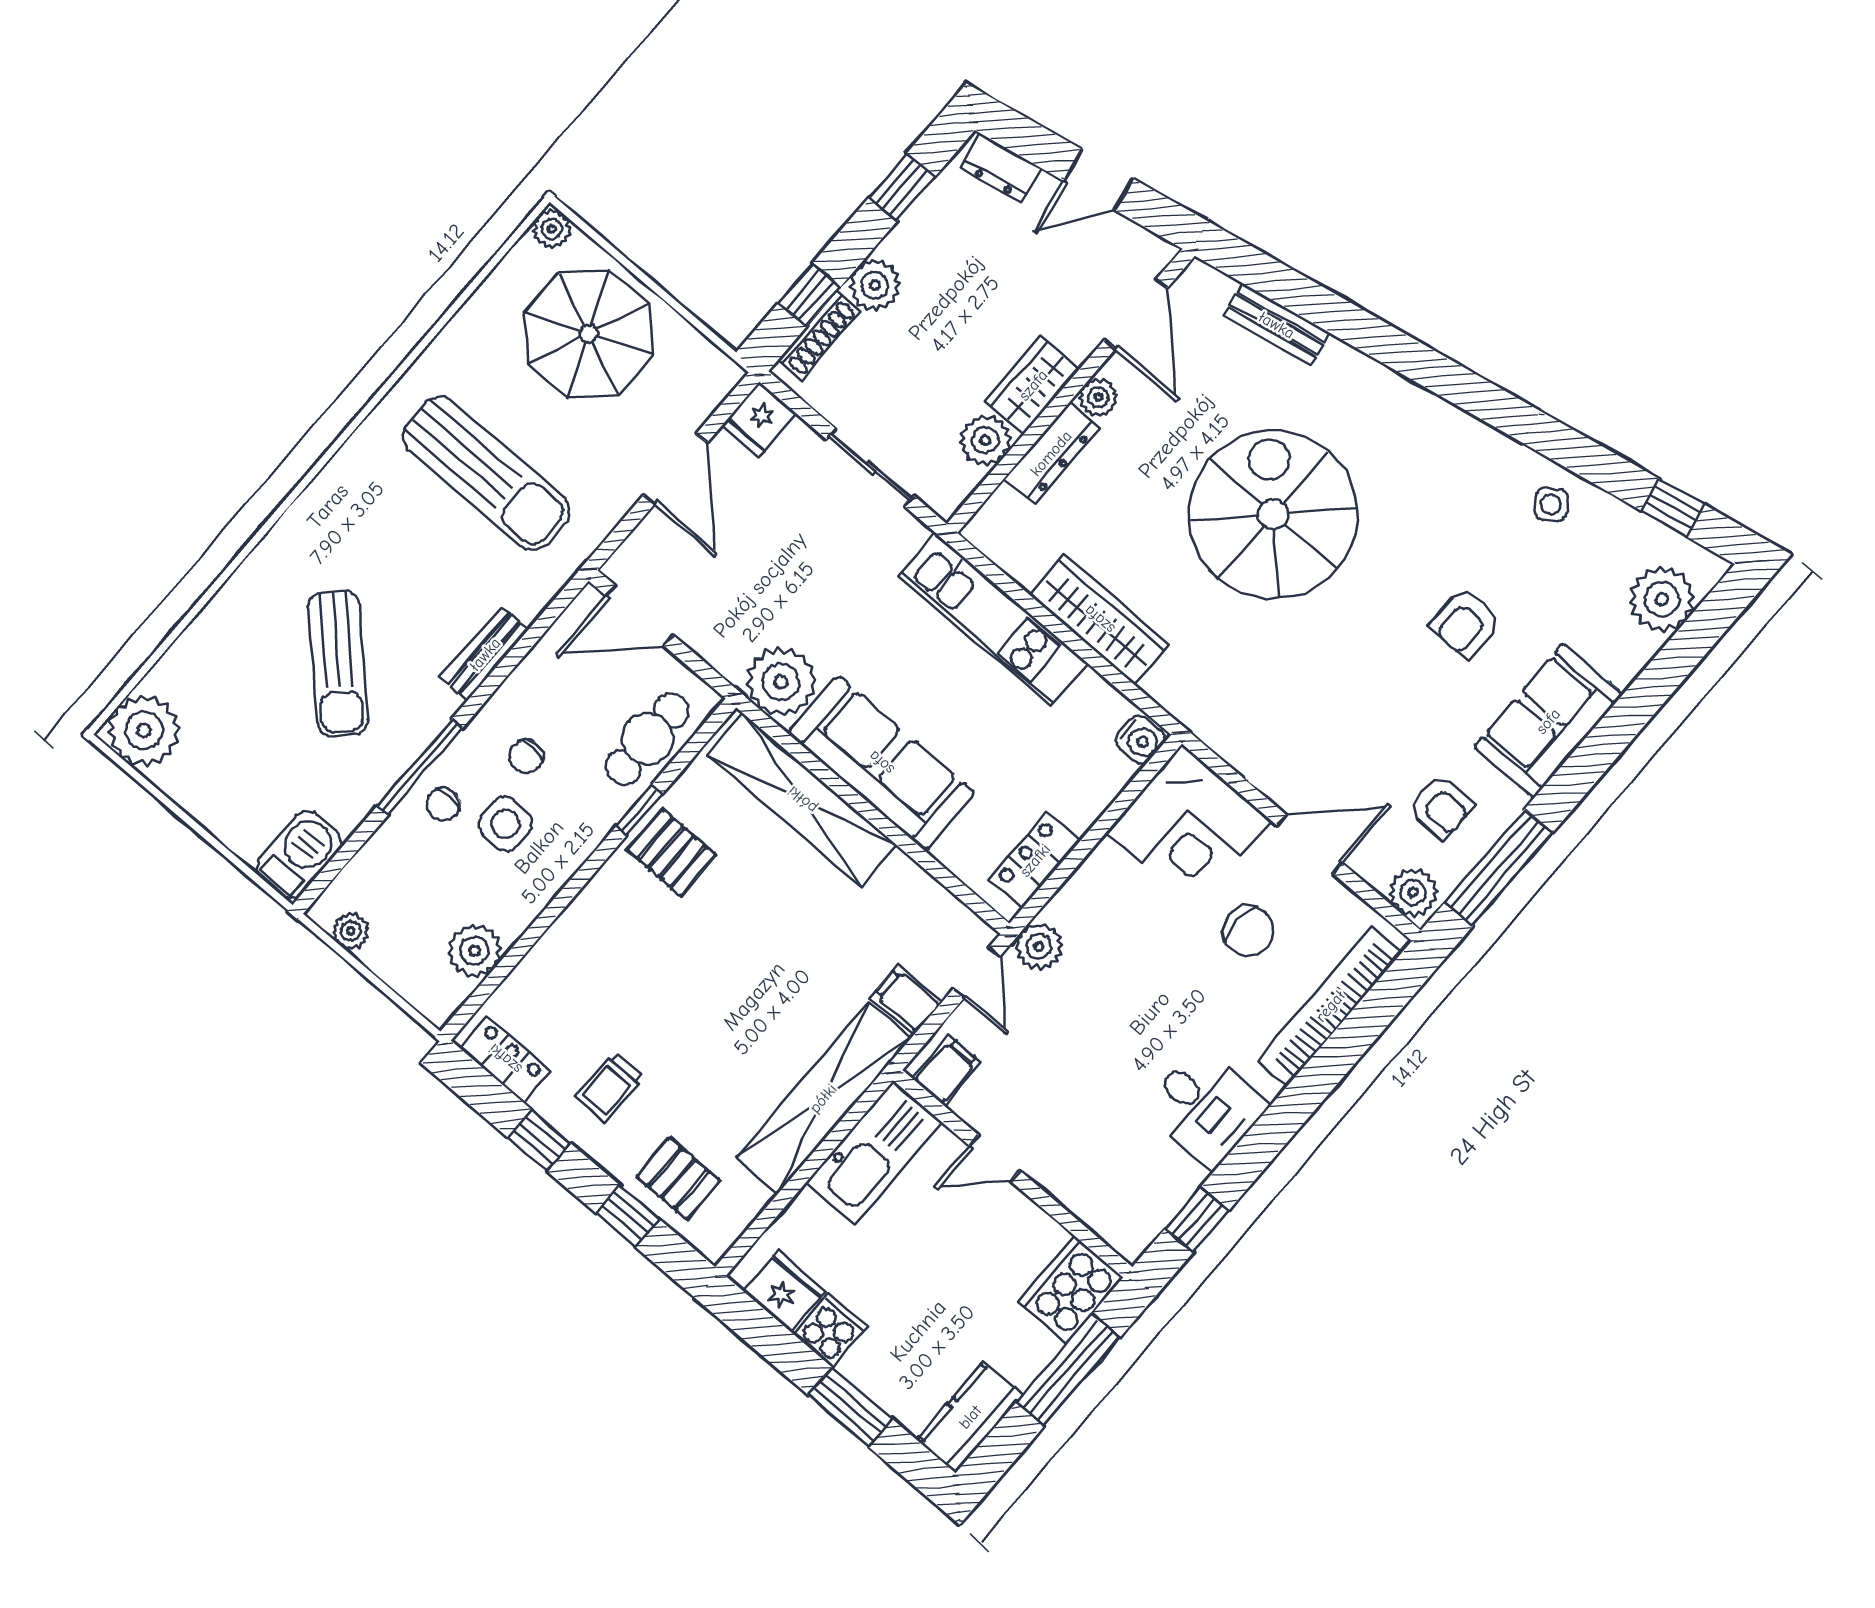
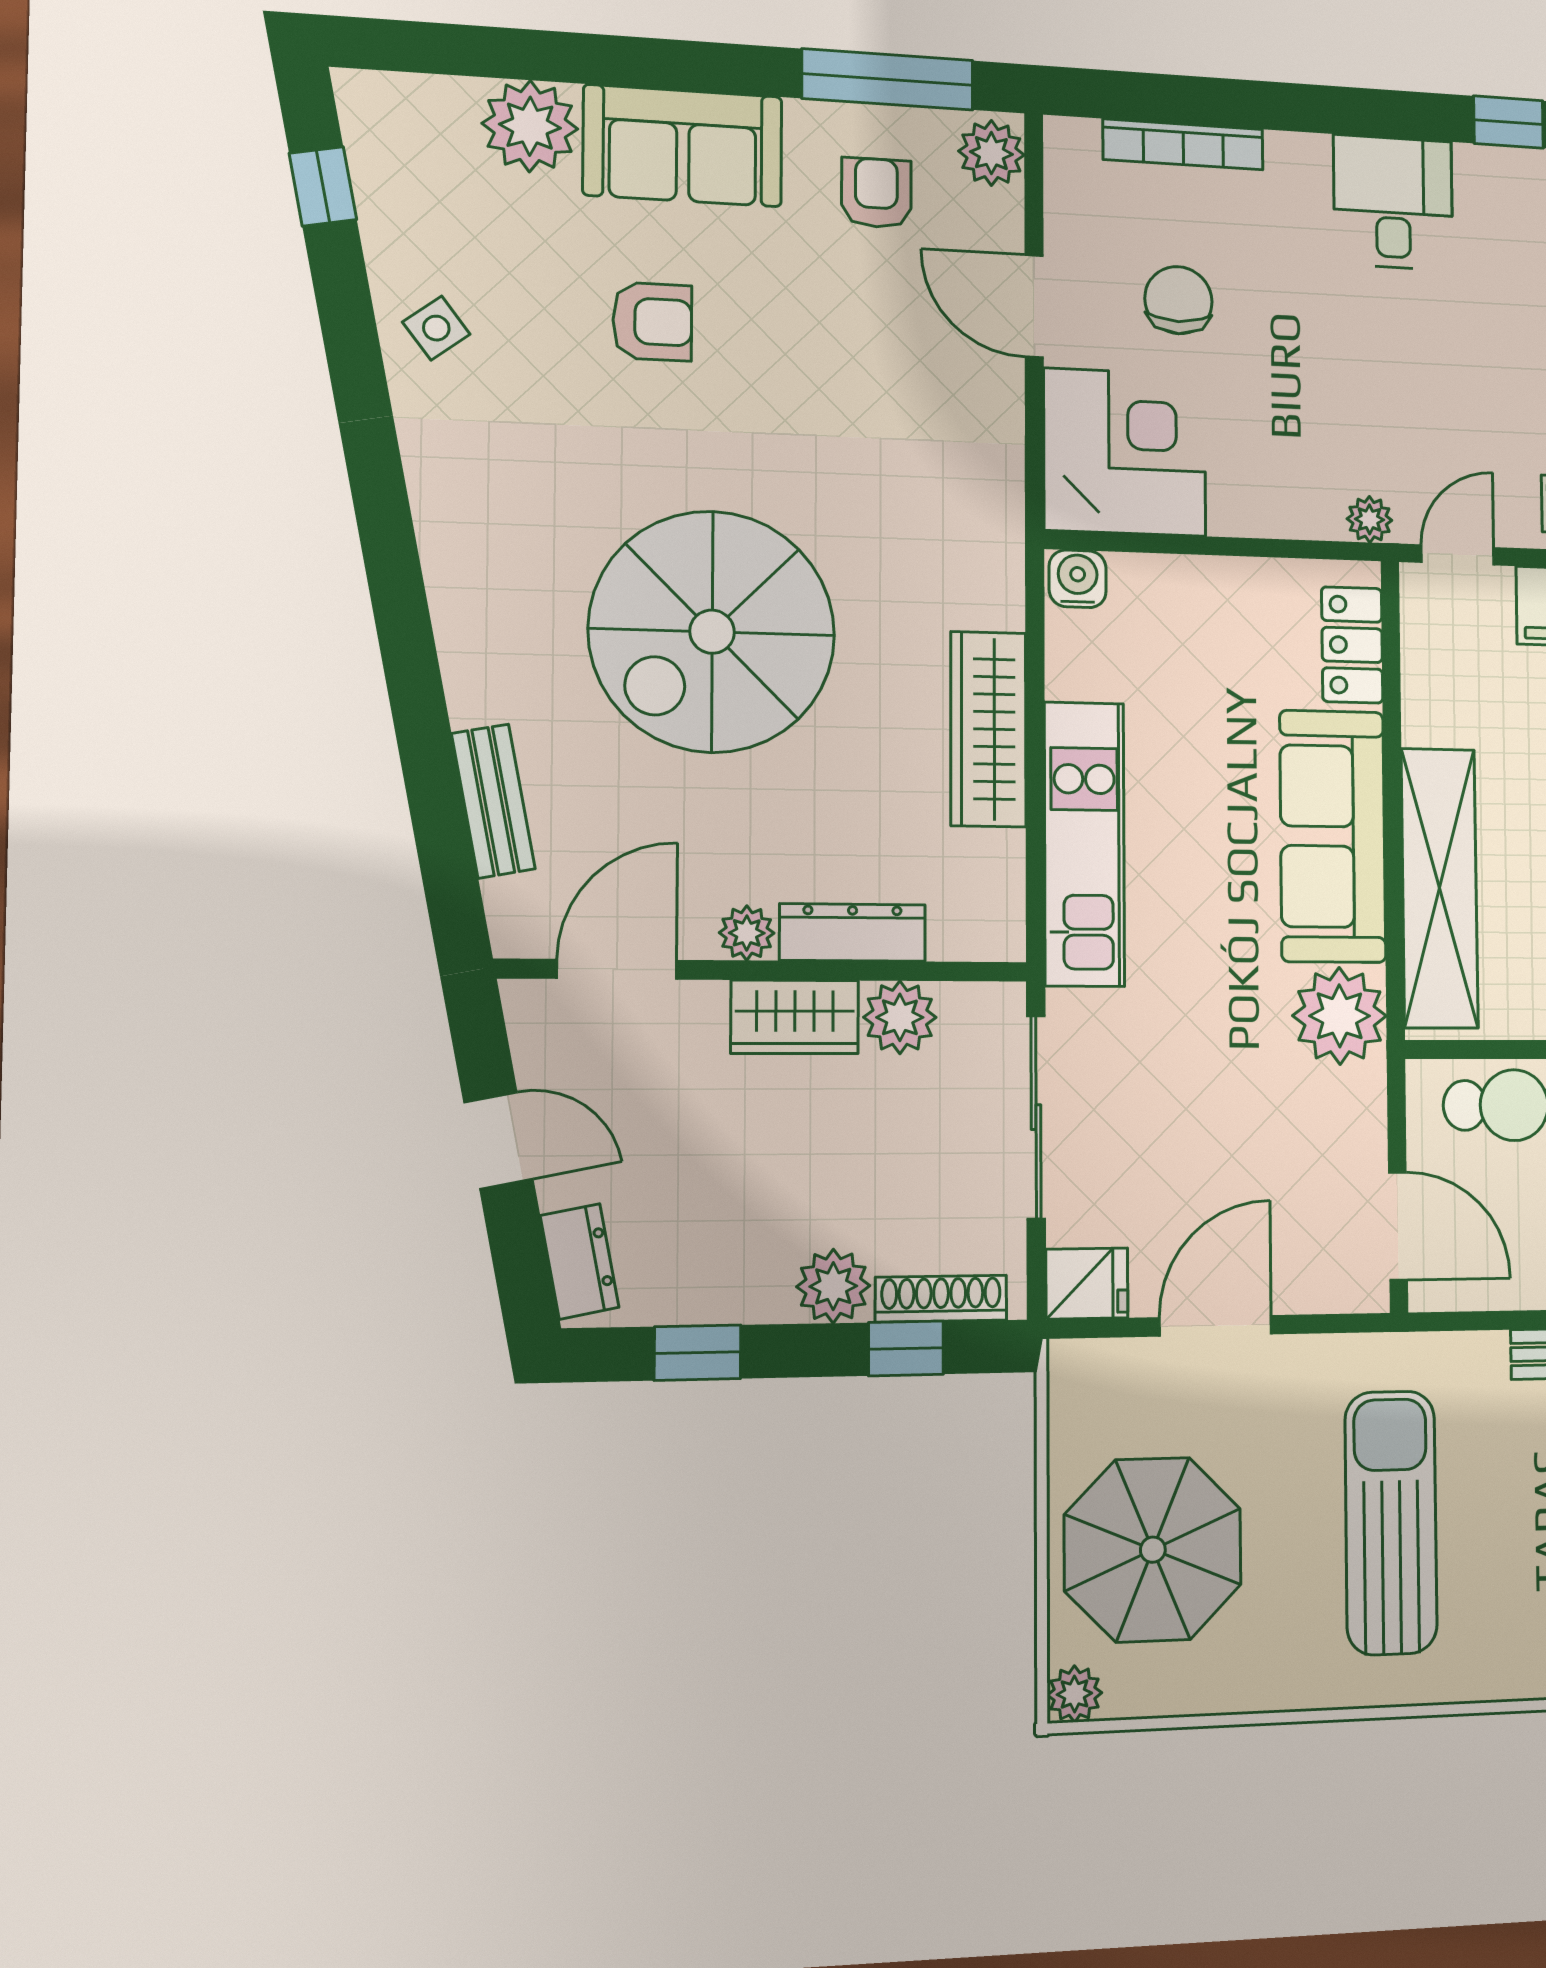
sliding door: (870, 468) -> (1036, 1117), width x1.37
plant: (1662, 599) -> (530, 126), moved
locker: (1035, 860) -> (1352, 645), moved, turned 90
plant: (1039, 946) -> (1370, 519), width x0.73, depth x0.73
bookcase: (1330, 1006) -> (1183, 144), width x0.68, depth x0.76

